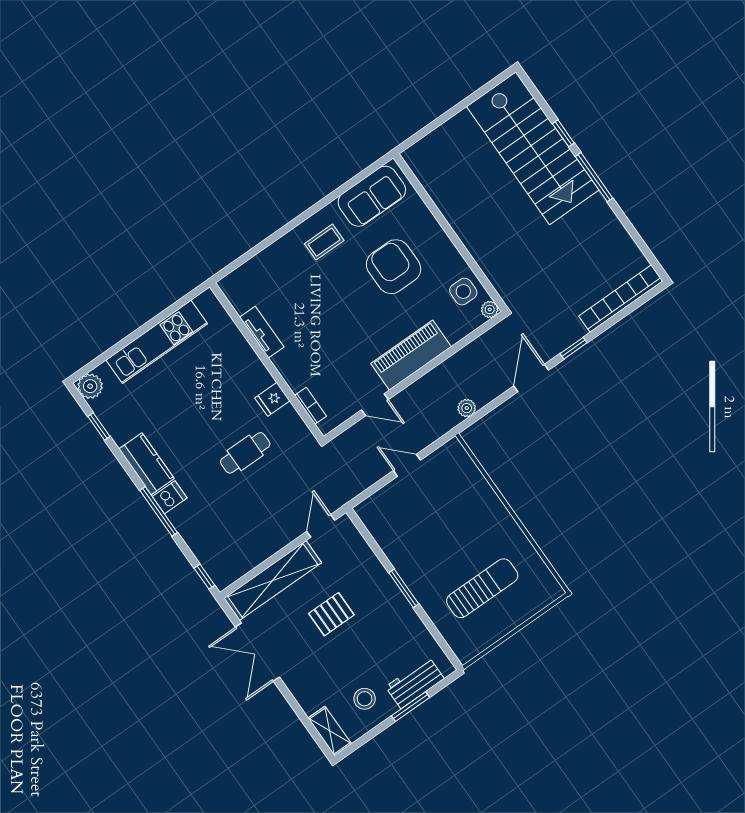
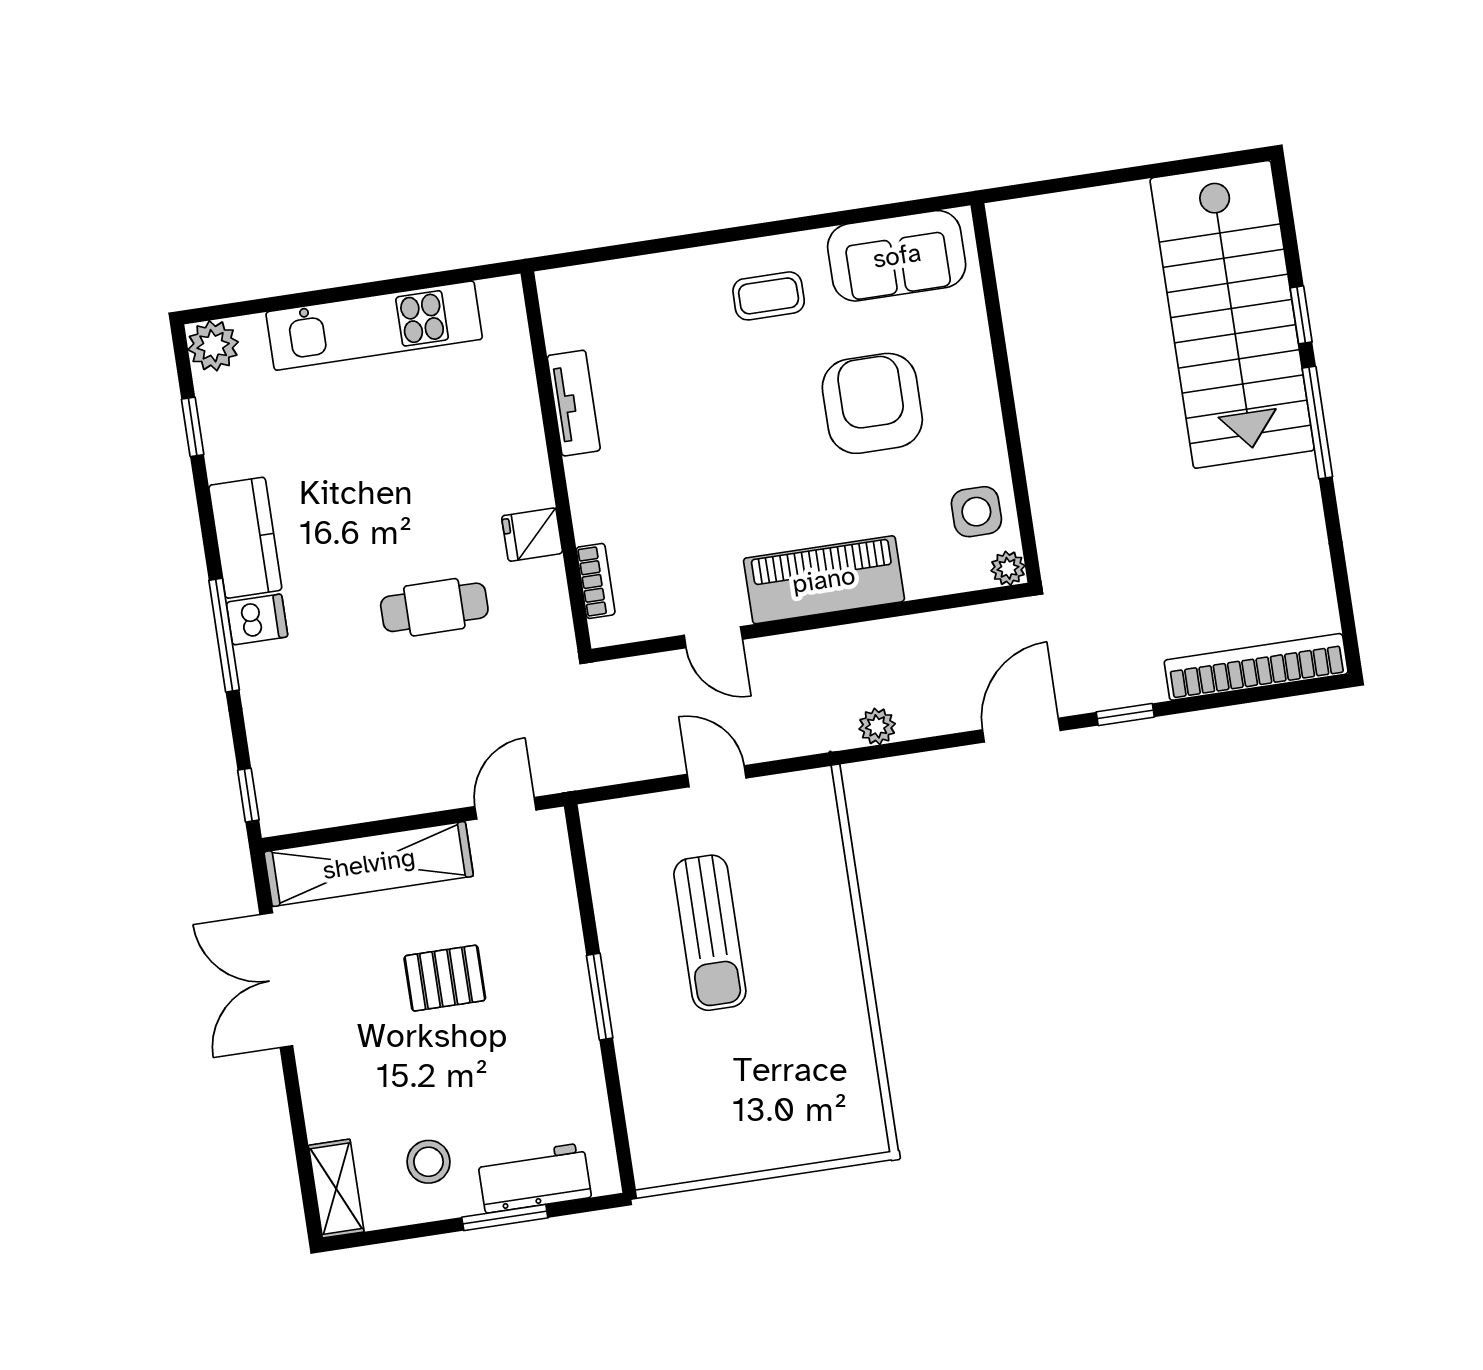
sun lounger: (482, 588) -> (710, 933), moved, turned 90

